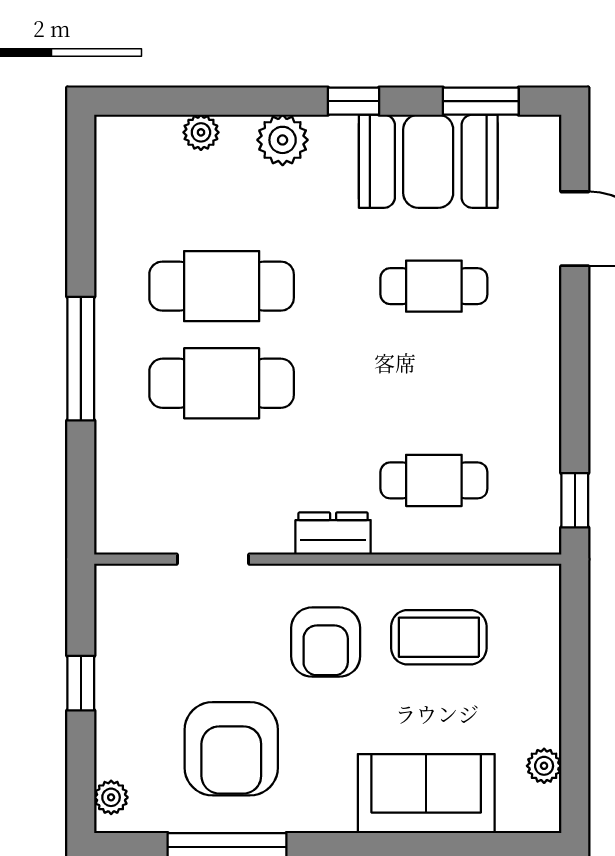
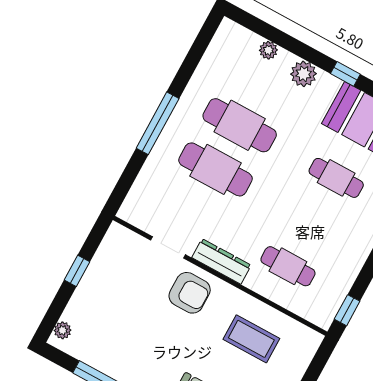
dresser: (333, 534) -> (221, 261), width x1.44
armchair: (326, 642) -> (190, 293), moved, turned -90
armchair: (231, 749) -> (129, 338), removed

